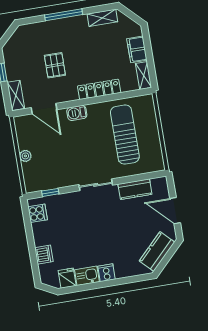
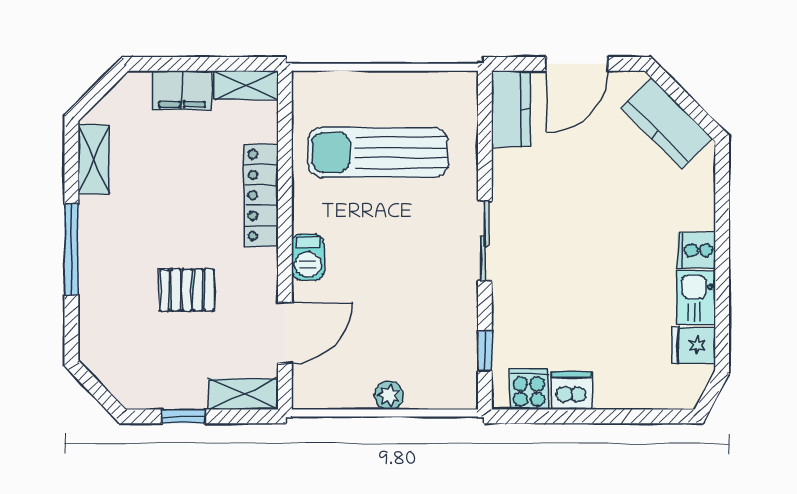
kitchen counter: (135, 189) -> (511, 109), moved
dishwasher: (44, 255) -> (571, 391), moved

